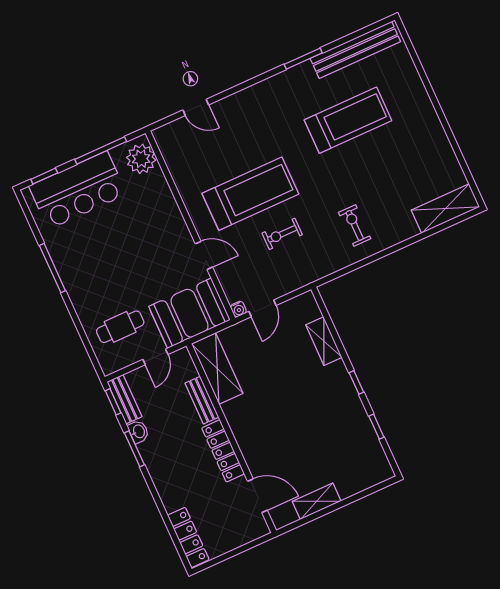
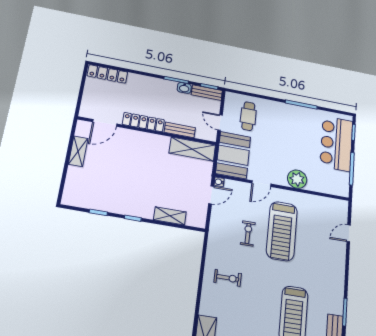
plant: (141, 159) -> (297, 179), moved
door: (262, 308) -> (211, 195), swing flipped

